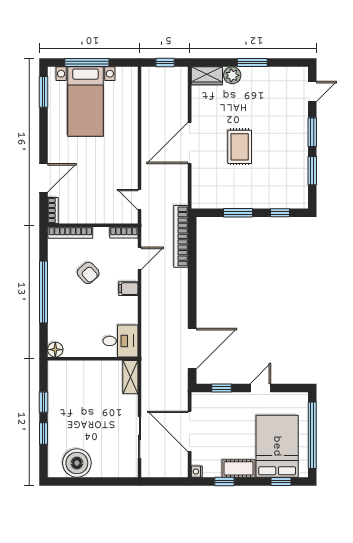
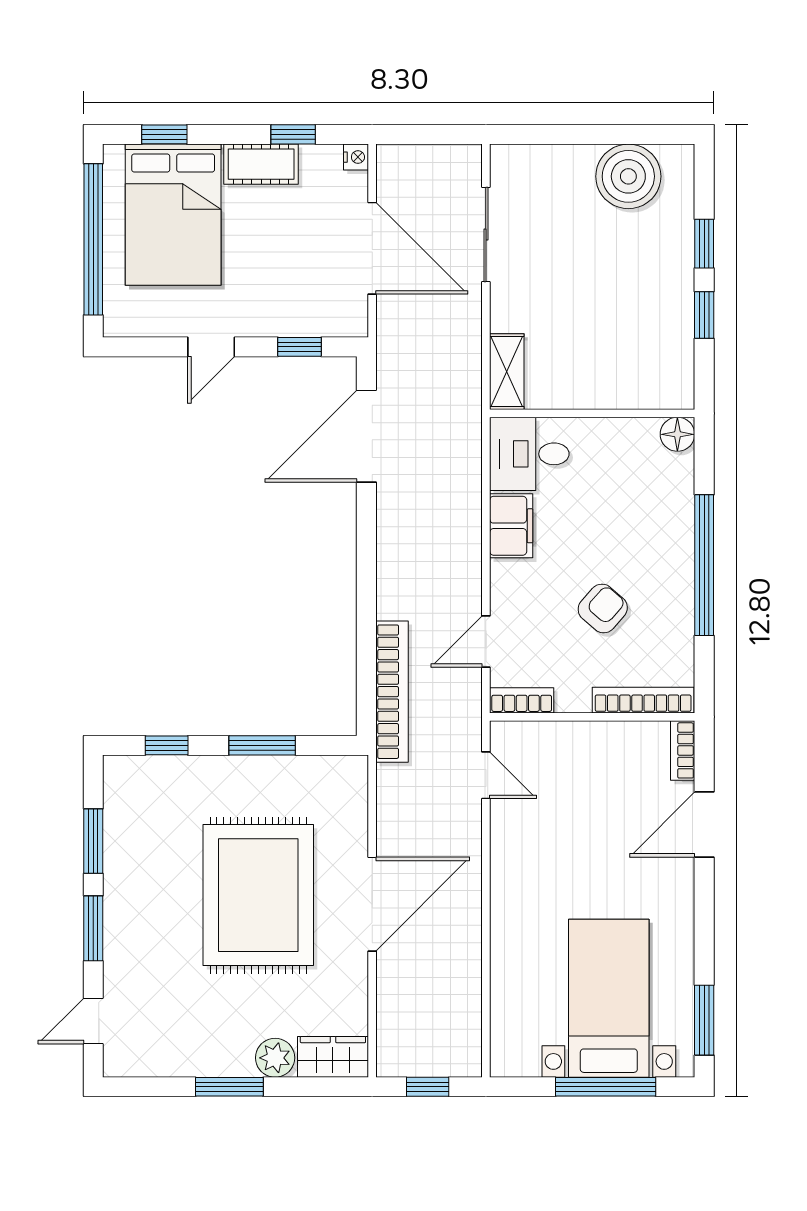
rug: (240, 147) -> (258, 895), width x1.86, depth x2.06
armchair: (88, 273) -> (603, 608), turned 83
filing cabinet: (128, 289) -> (511, 526), moved, width x2.00

